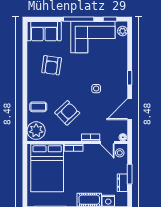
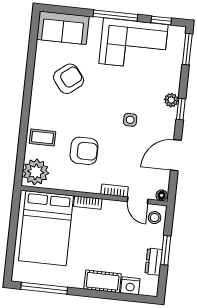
plant: (123, 31) -> (171, 100), moved
window: (130, 37) -> (187, 49), added
armchair: (52, 65) -> (69, 79), turned -137
armchair: (67, 113) -> (84, 151), turned 44

